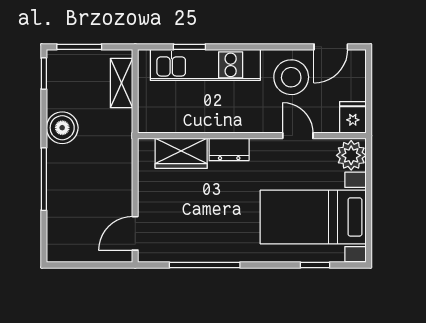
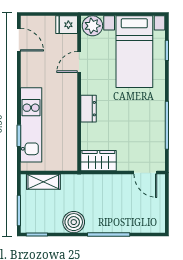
stool: (291, 77) -> (39, 67), removed
wardrobe: (181, 153) -> (98, 161), moved, turned -90

